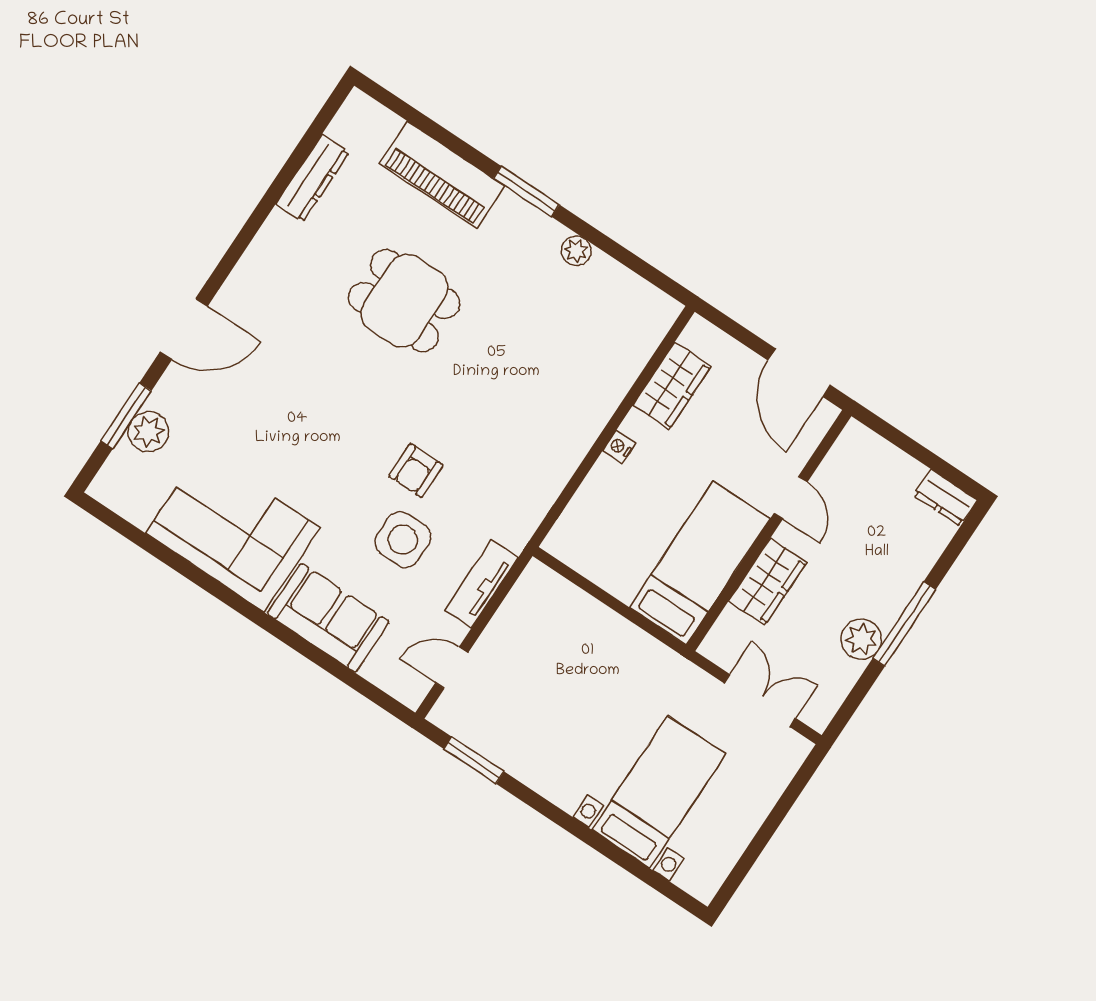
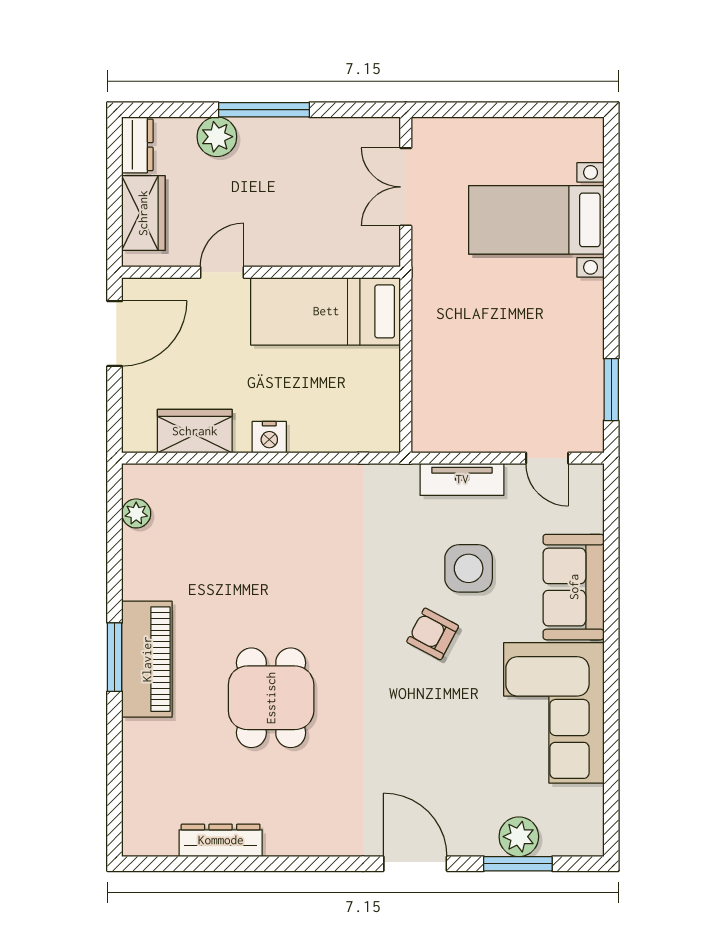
piano: (442, 175) -> (147, 659), moved
plant: (576, 251) -> (136, 513), moved
nightstand: (619, 447) -> (269, 437), width x1.39, depth x1.35
armchair: (416, 471) -> (433, 634), moved, turned -152
wardrobe: (768, 581) -> (143, 213), moved, turned 90
plant: (861, 639) -> (217, 137), moved

